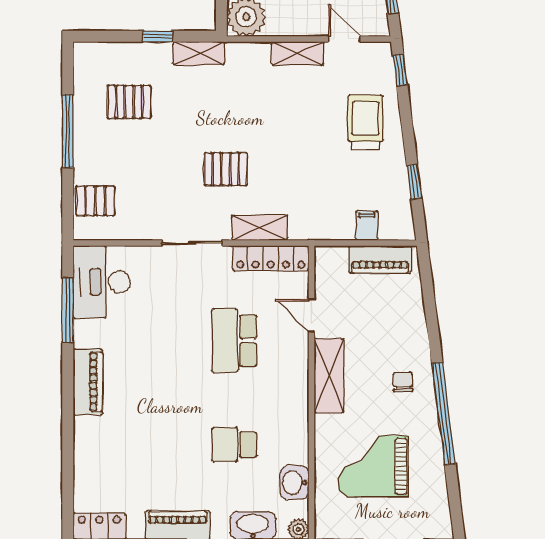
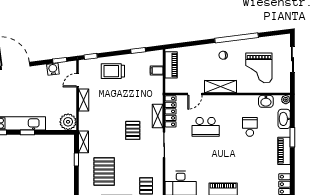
pallet: (129, 102) -> (104, 171), width x1.50, depth x1.42
school desk: (234, 445) -> (250, 127), turned 180

